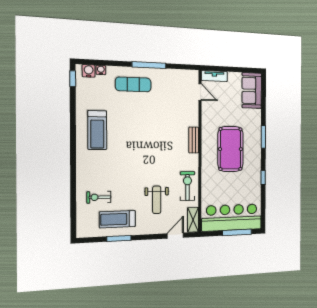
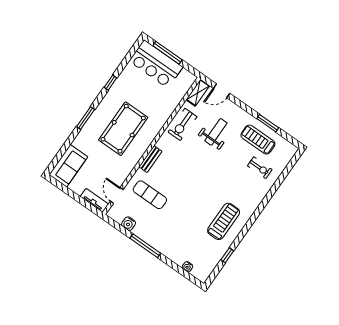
water cooler: (89, 71) -> (129, 224), moved
window: (73, 79) -> (227, 255), moved
exercise mat: (133, 84) -> (150, 195), moved
bar counter: (232, 218) -> (156, 64), width x0.73
treadmill: (117, 219) -> (258, 140), turned 180

